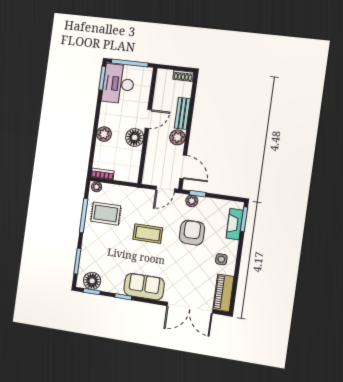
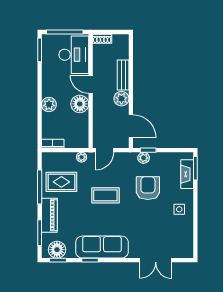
shoe rack: (183, 76) -> (102, 39), moved
desk: (118, 84) -> (74, 55), moved, turned 180
door: (148, 119) -> (91, 84), swing flipped
plant: (97, 187) -> (82, 157), moved
door: (165, 189) -> (105, 150), moved
sofa: (144, 287) -> (102, 247), width x1.36
piano: (223, 293) -> (49, 215), moved, turned 180
double door: (190, 308) -> (156, 260), width x0.73

